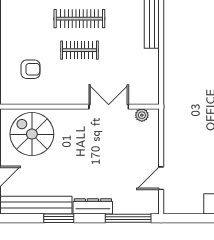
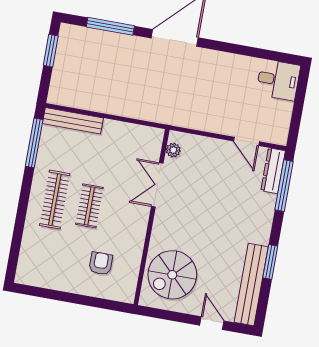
dresser: (93, 206) -> (273, 171), moved

